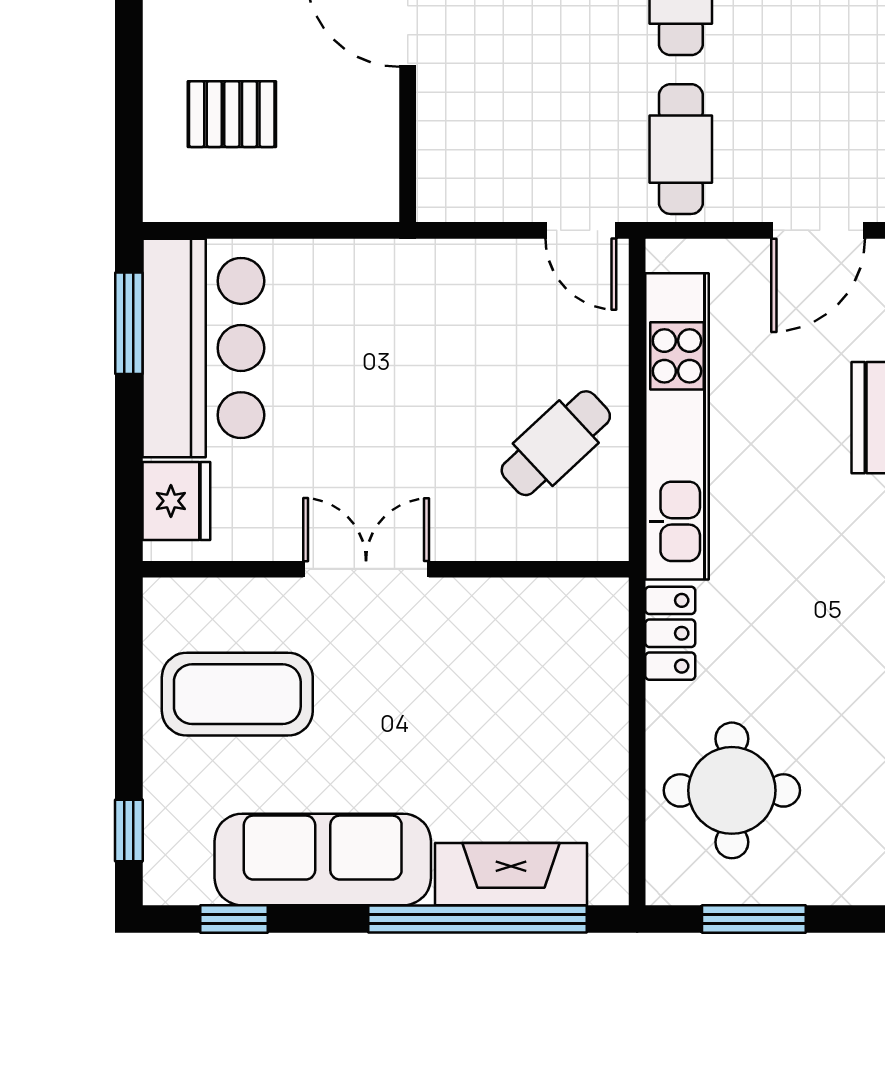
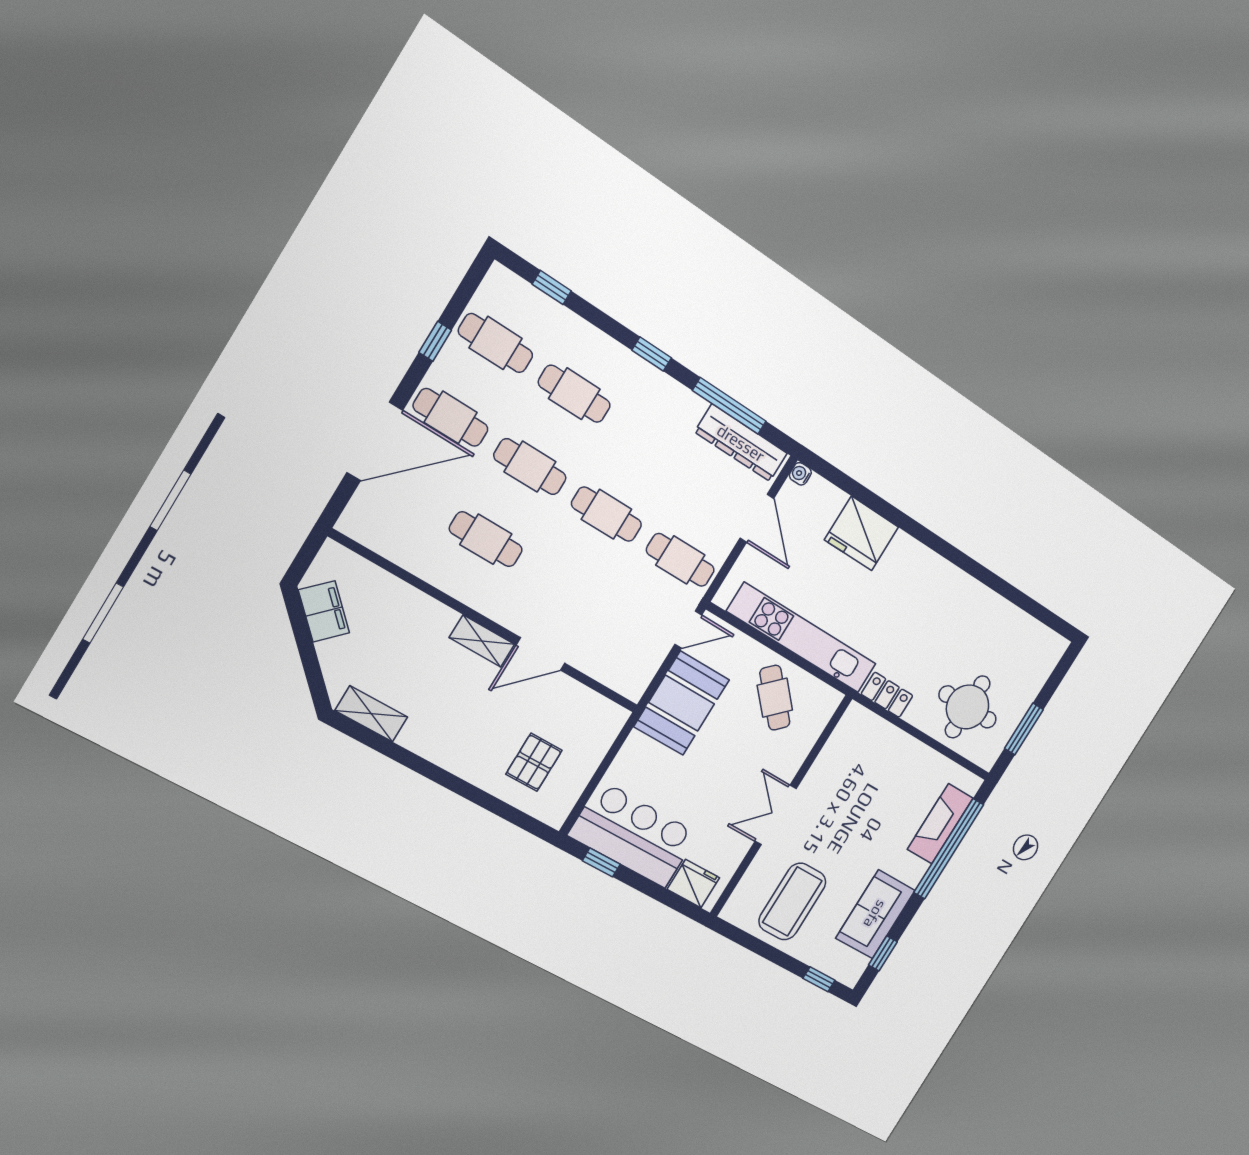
booth: (459, 294) -> (682, 703), added
window: (129, 323) -> (601, 862), width x0.67
sofa: (323, 859) -> (875, 914), width x0.73

